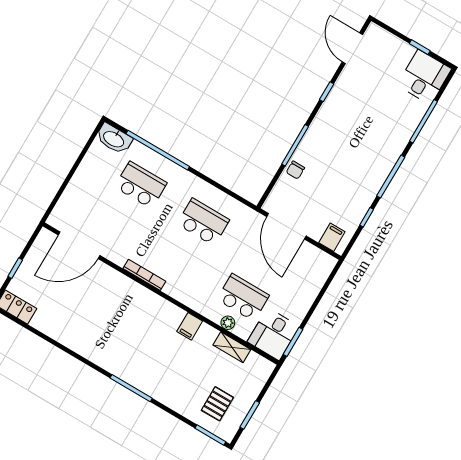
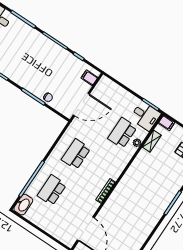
filing cabinet: (190, 326) -> (166, 123), moved

